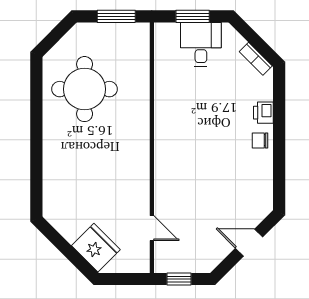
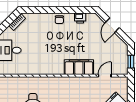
printer: (263, 113) -> (80, 18), moved
filing cabinet: (168, 178) -> (79, 67), added

